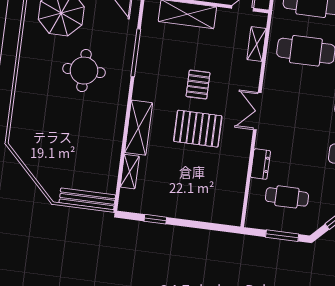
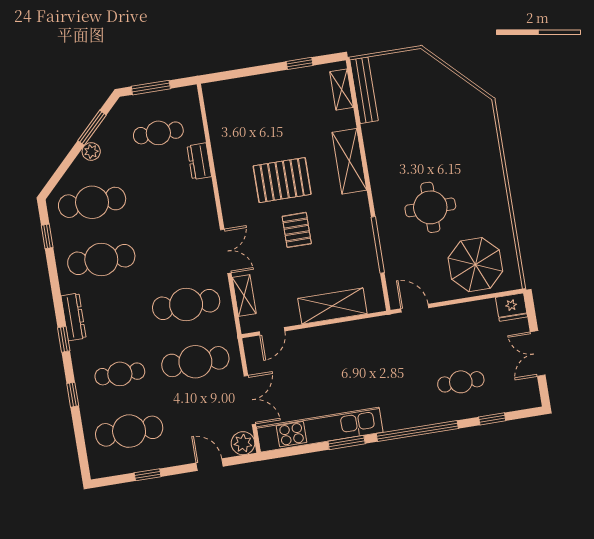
double door: (257, 111) -> (226, 251), moved
shelving: (130, 172) -> (342, 90), moved
bench: (87, 199) -> (364, 90), moved, turned 90

